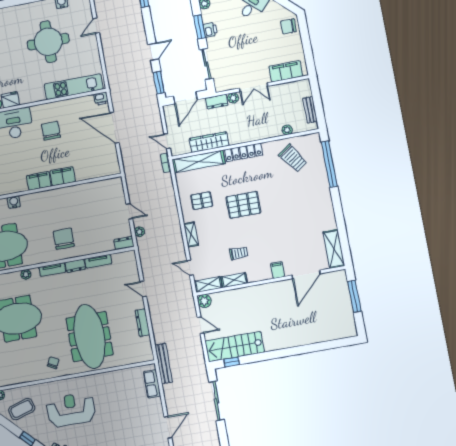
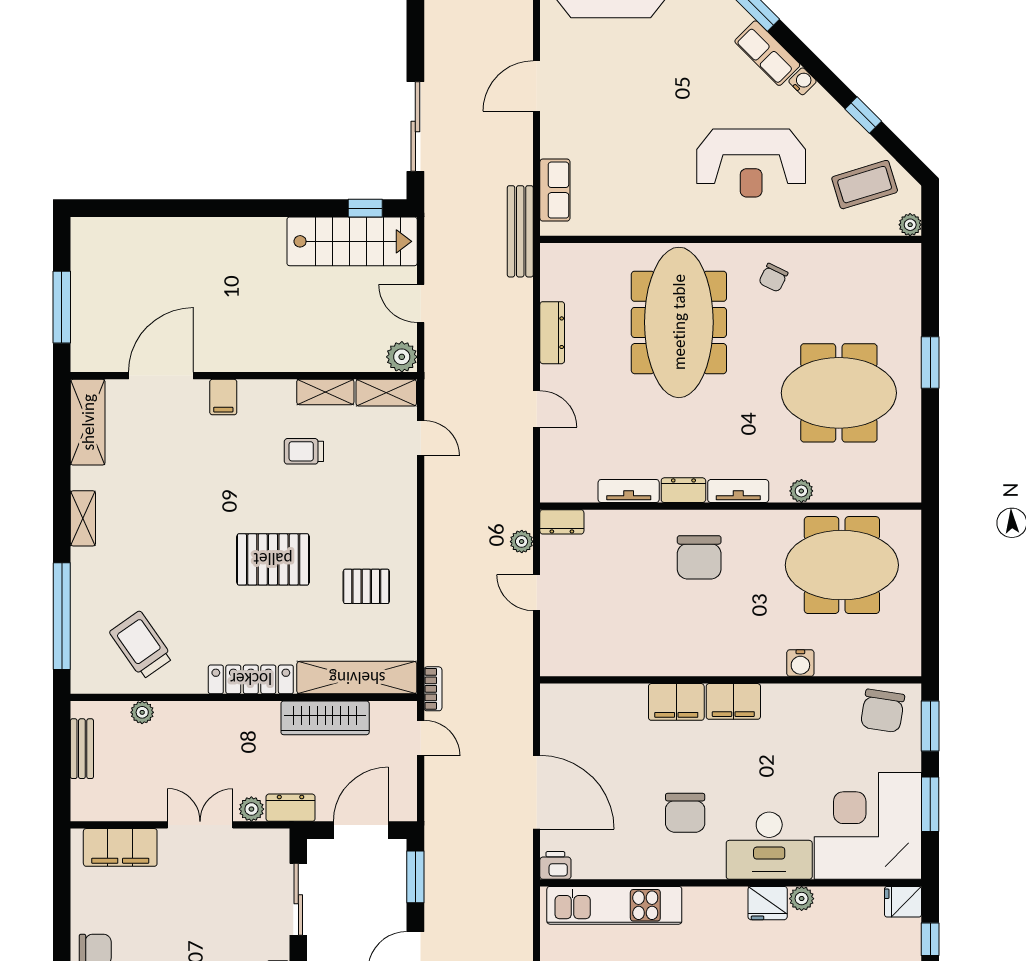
shelving: (191, 234) -> (83, 518), moved

